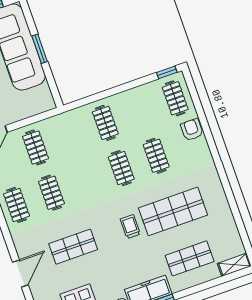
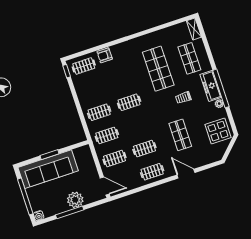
clothes rail: (156, 156) -> (107, 135), moved
trolley: (130, 227) -> (183, 98), moved
door: (20, 274) -> (186, 174), moved

